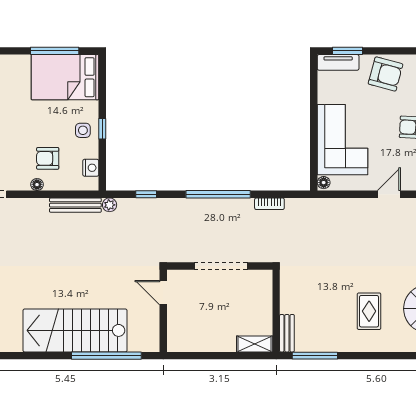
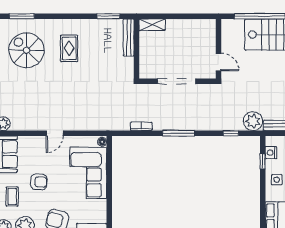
window: (102, 129) -> (263, 161), moved
window: (218, 194) -> (179, 133), width x0.68
plant: (110, 205) -> (253, 121), width x1.88, depth x1.88
bench: (287, 333) -> (129, 37), width x1.36
window: (315, 356) -> (108, 16), width x0.69

